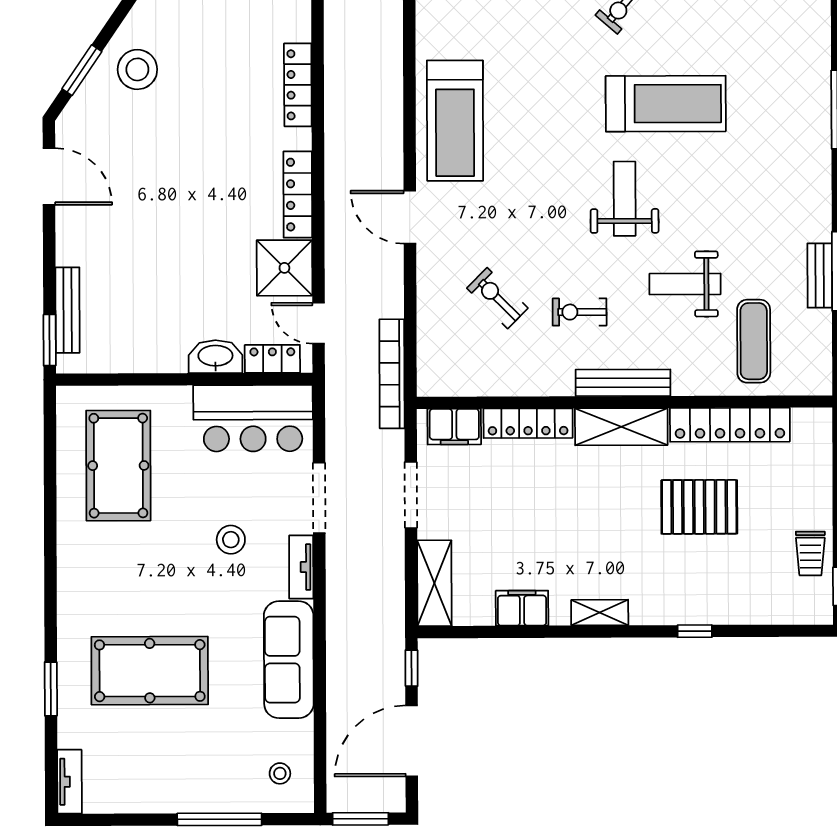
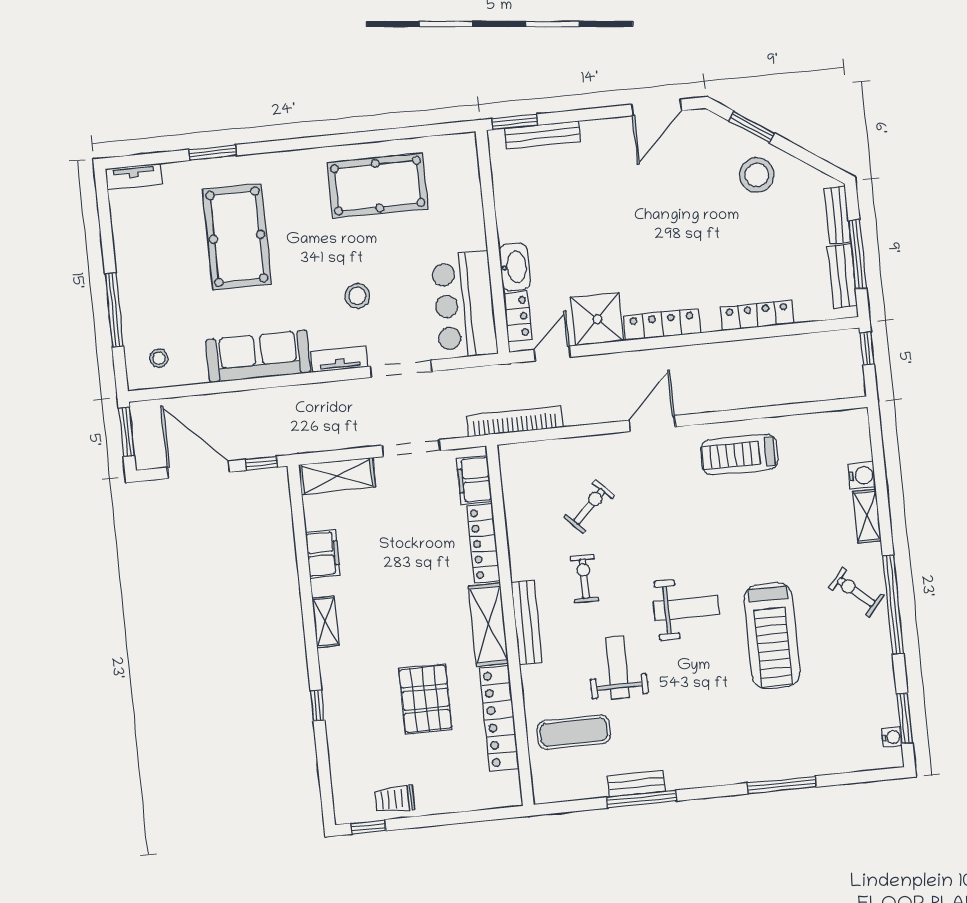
treadmill: (455, 121) -> (739, 454), width x0.73, depth x0.73
pool table: (118, 466) -> (378, 186), moved

